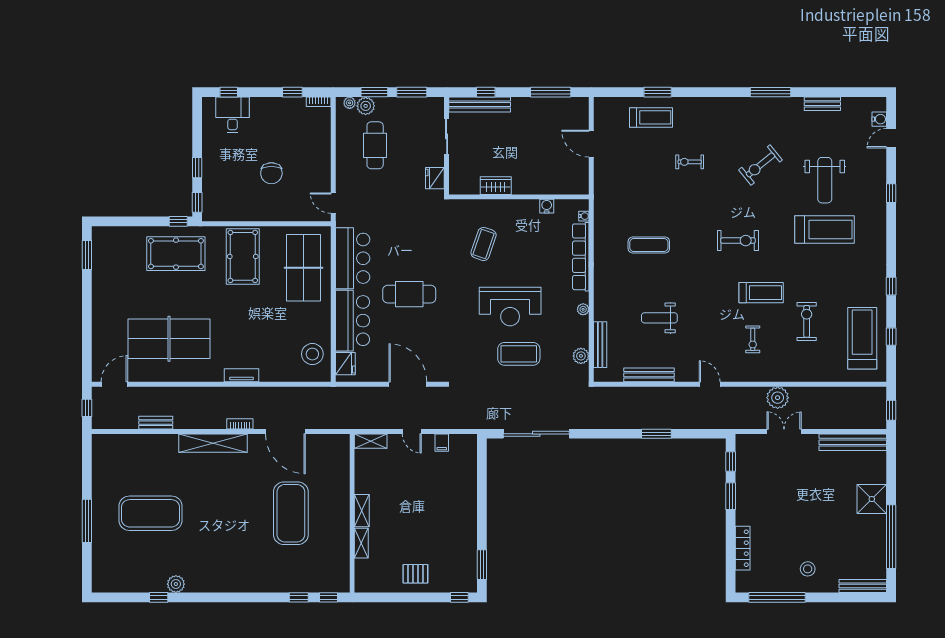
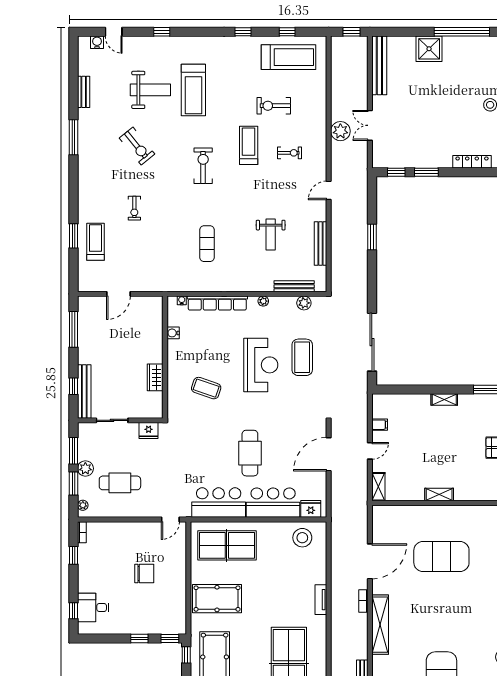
plant: (366, 106) -> (85, 468), moved
treadmill: (825, 229) -> (193, 90), turned 180
treadmill: (862, 338) -> (289, 57), turned 180
shelving: (361, 543) -> (444, 400), moved

